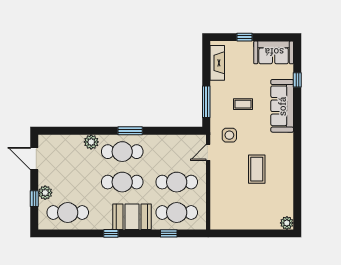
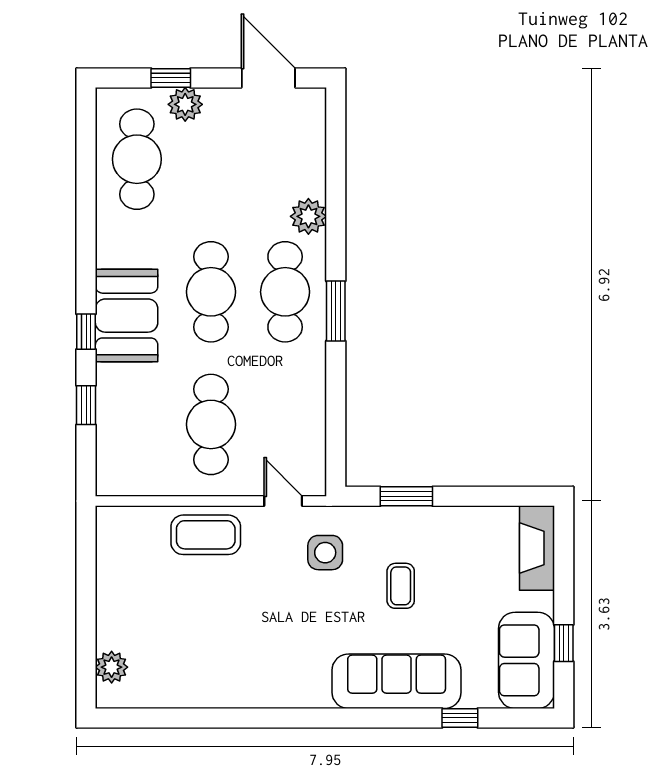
window: (244, 37) -> (564, 643), moved
fireplace: (217, 63) -> (537, 548), moved, turned 90
window: (206, 102) -> (406, 496), width x0.69
door: (34, 159) -> (268, 78), hinge flipped
coffee table: (257, 169) -> (206, 535), moved
cafe table: (177, 212) -> (137, 424), removed
plant: (287, 223) -> (112, 667), moved
window: (111, 233) -> (86, 332), moved

